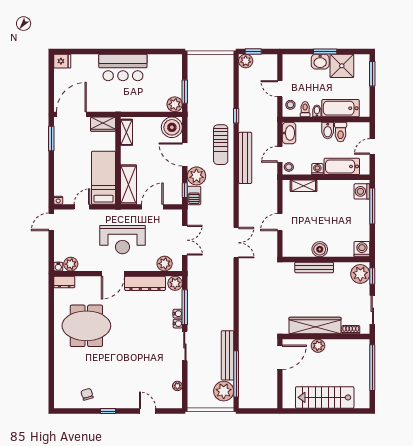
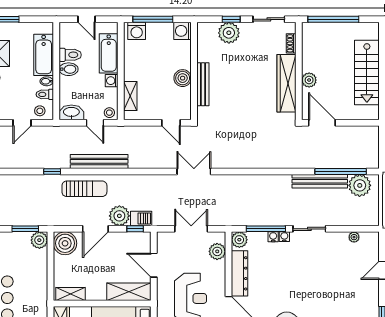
boiler: (320, 249) -> (183, 78), moved
washing machine: (362, 249) -> (182, 31), moved
wall: (326, 259) -> (194, 71), moved
bench: (314, 267) -> (203, 84), moved

